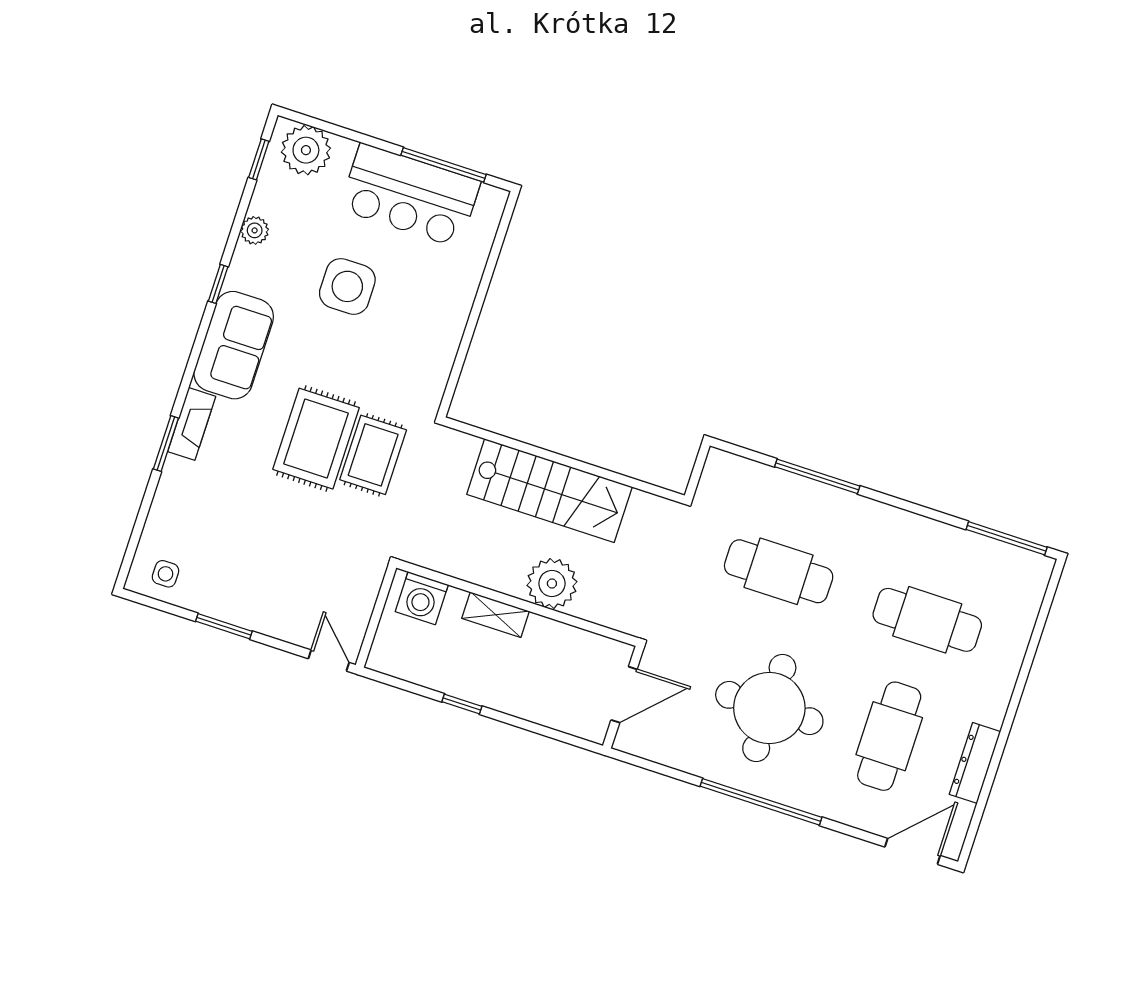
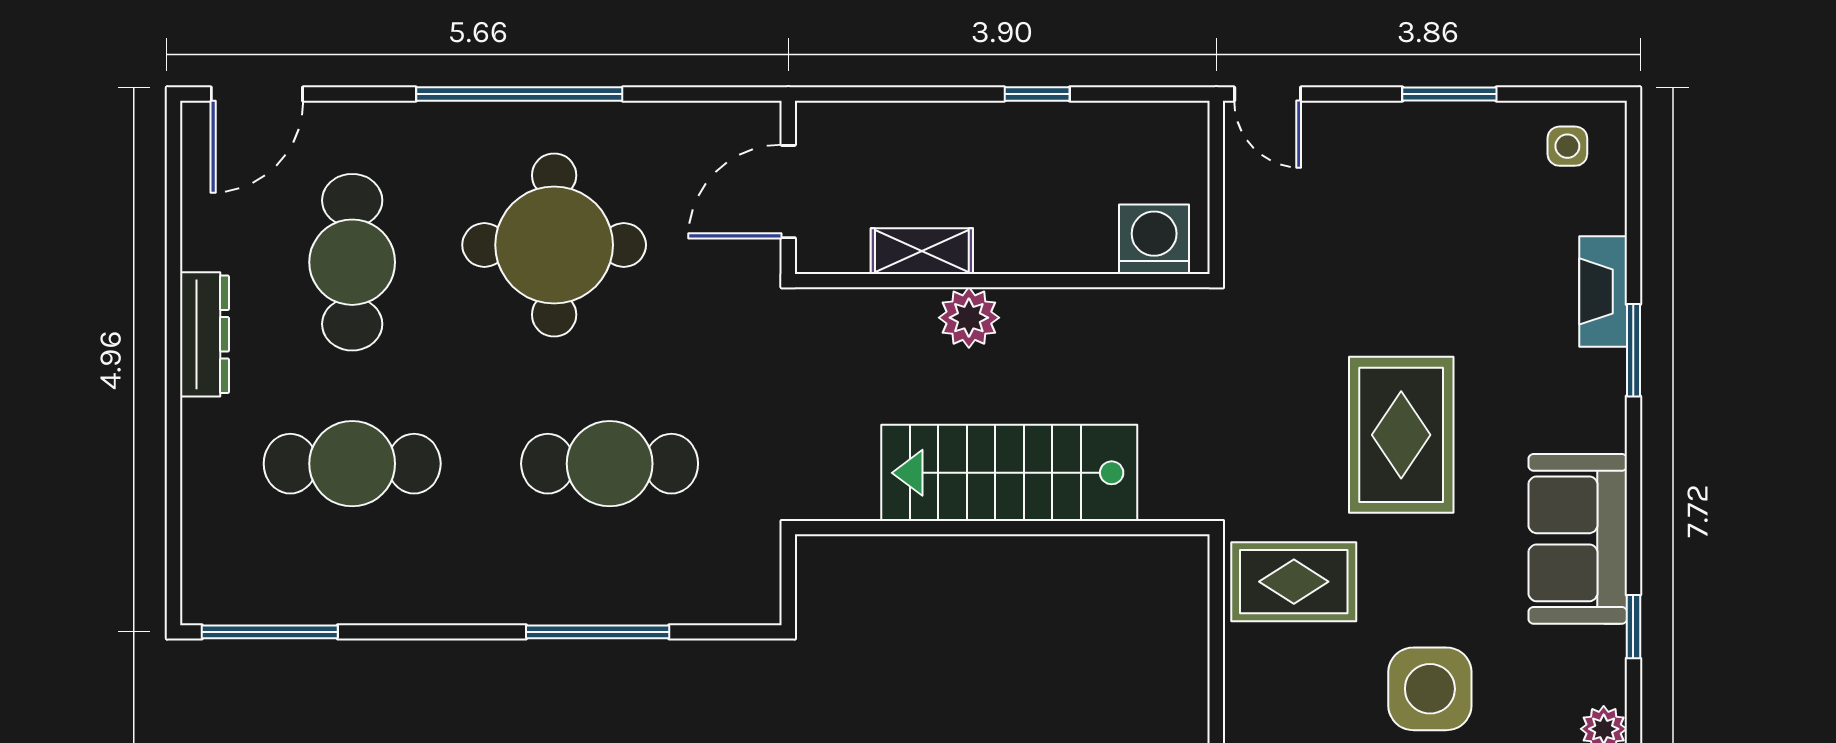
fireplace: (192, 424) -> (1603, 291), moved
rug: (373, 455) -> (1294, 582), moved, turned 90
plant: (552, 584) -> (969, 318), width x0.73, depth x0.73
shelving: (496, 615) -> (922, 251), moved
dresser: (975, 763) -> (204, 334), moved

